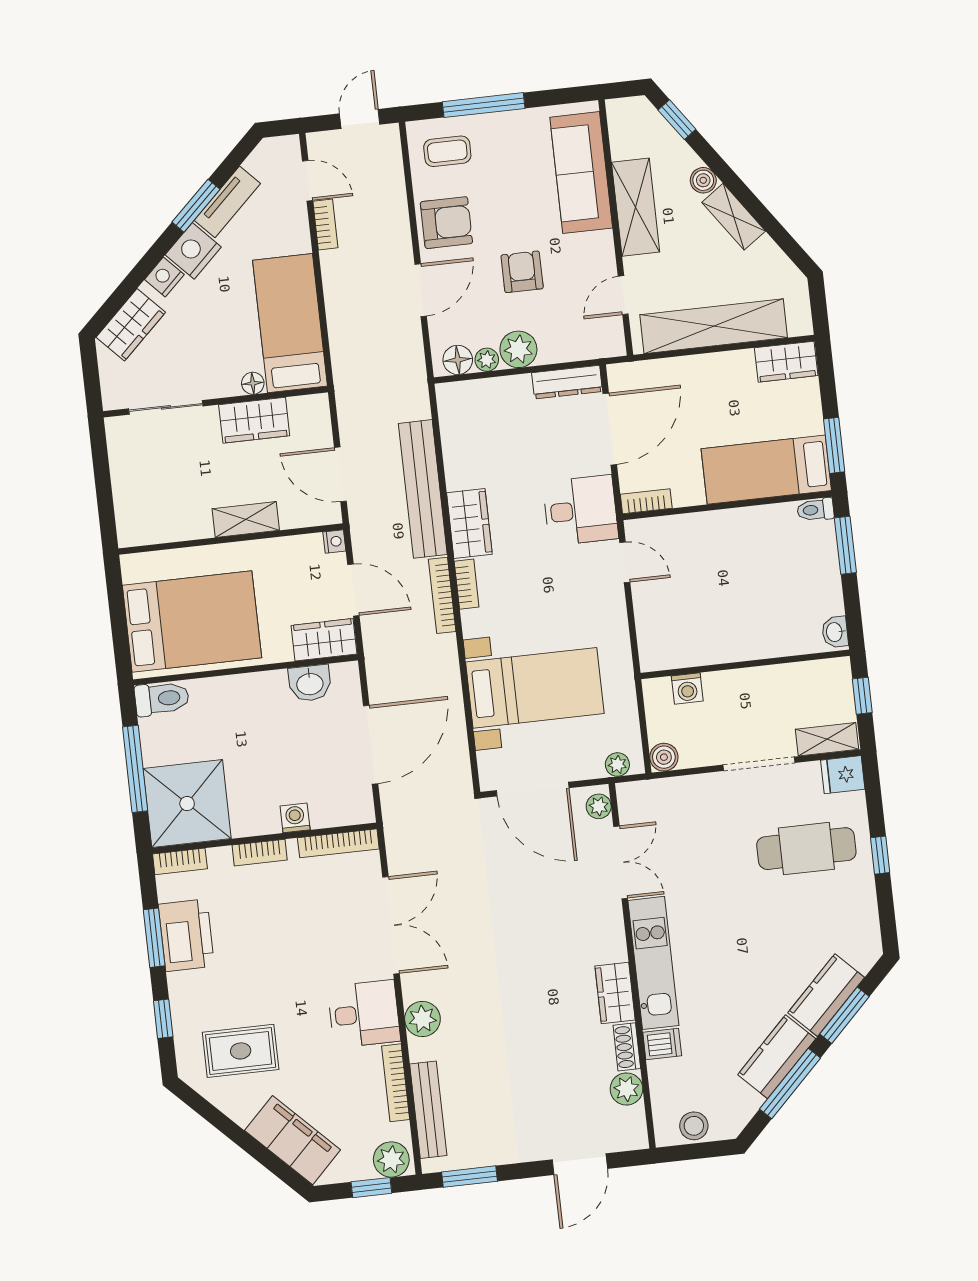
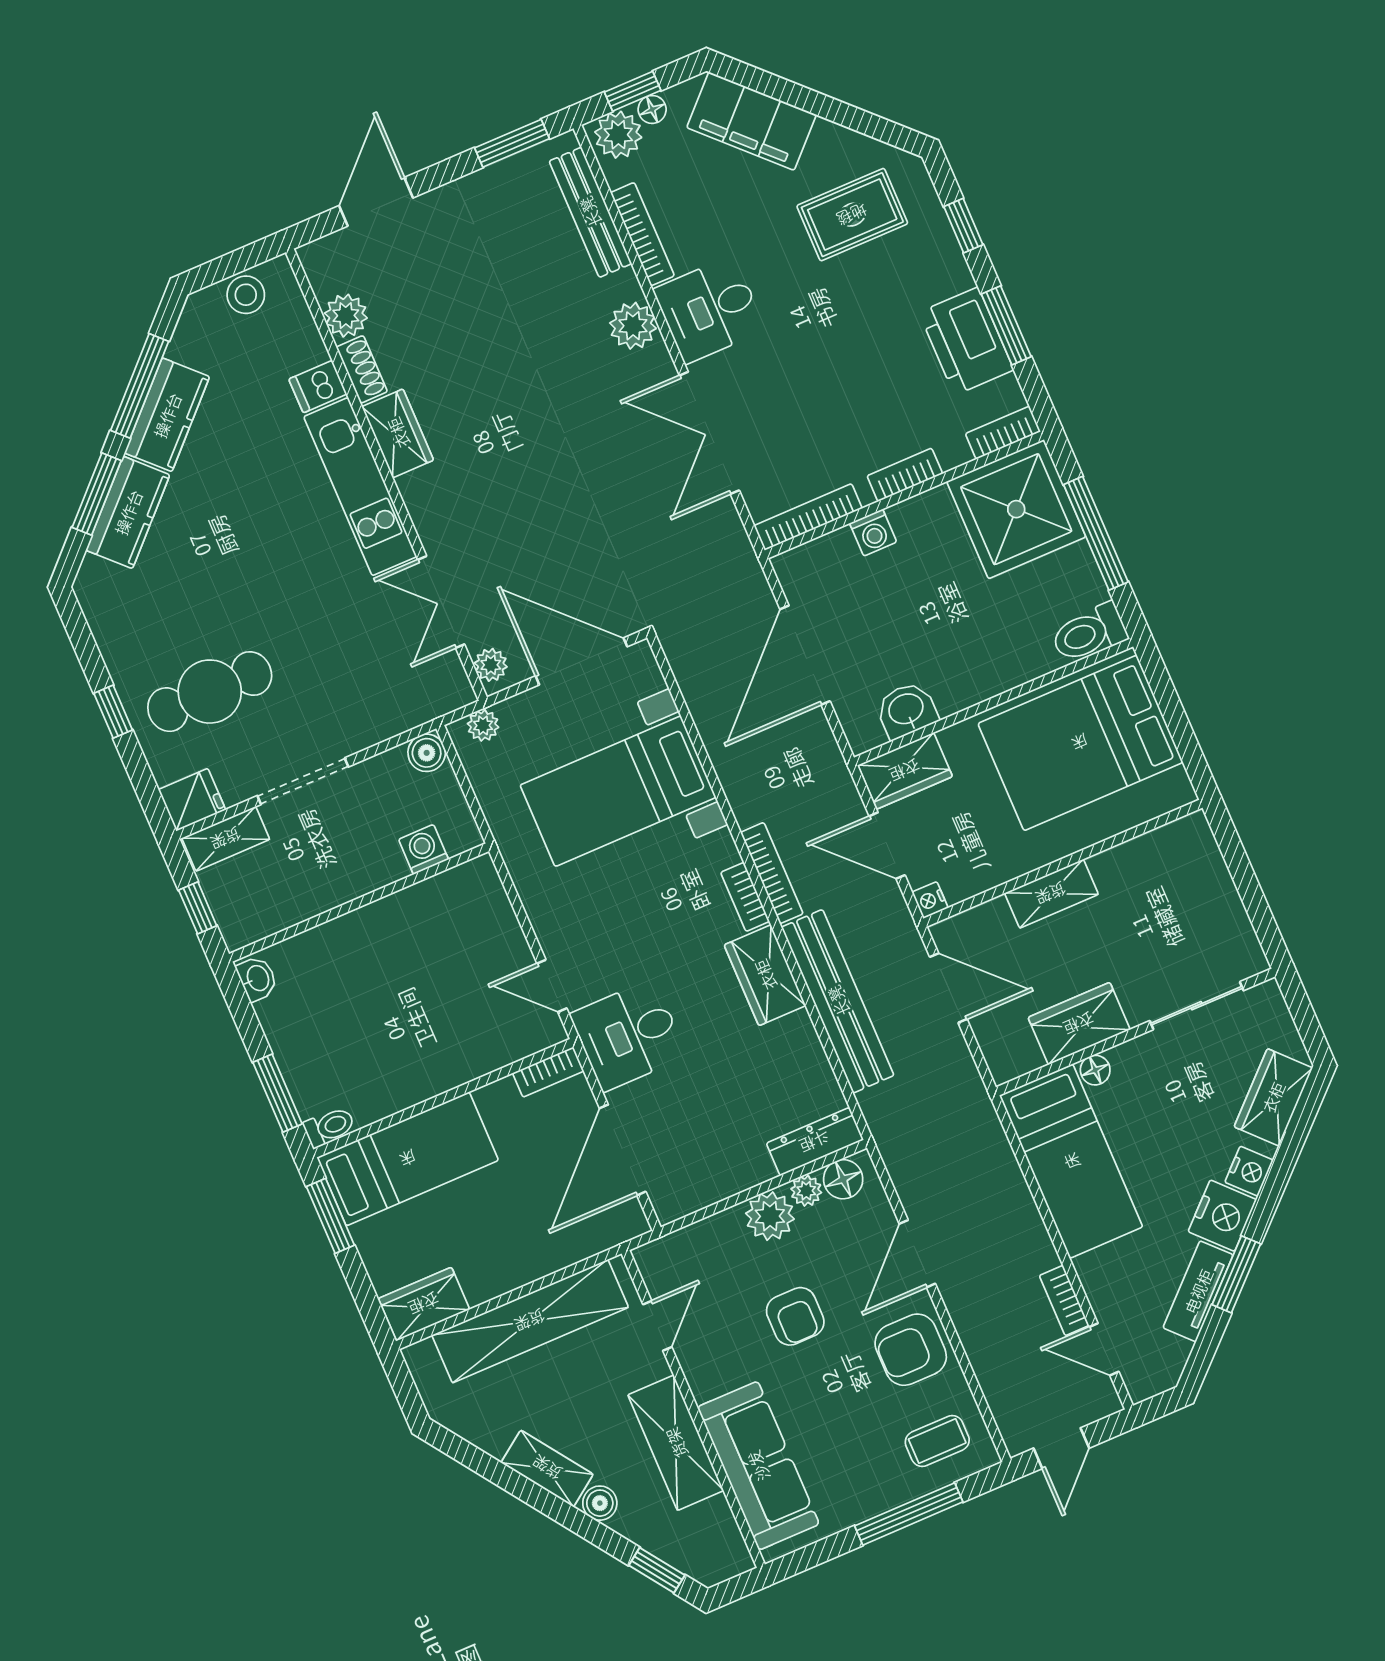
dresser: (567, 382) -> (815, 1142), moved
floor lamp: (361, 1170) -> (652, 109), added

